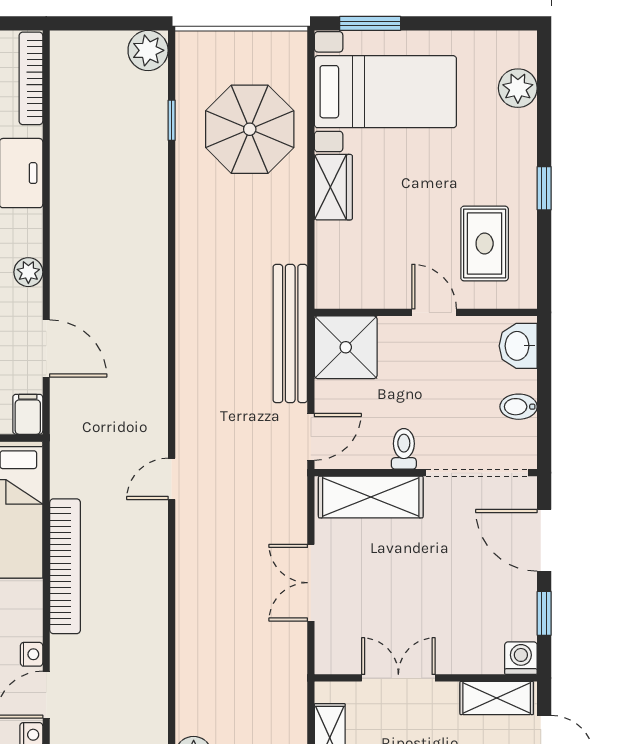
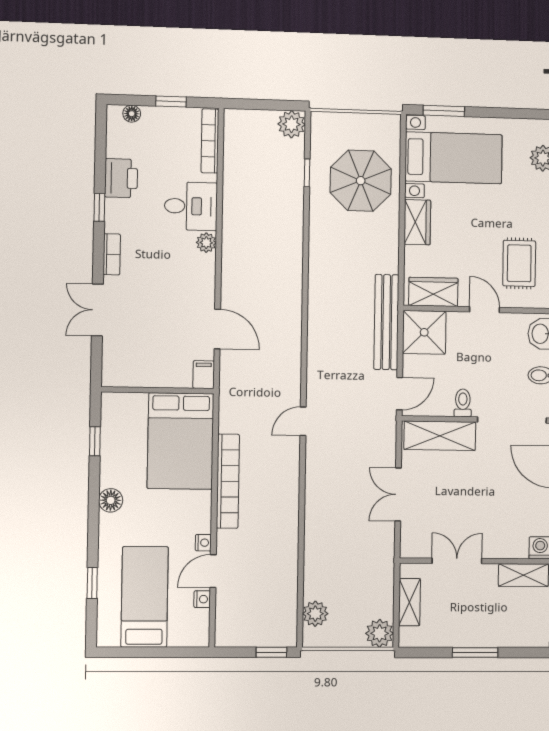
plant: (28, 272) -> (206, 243), moved
wardrobe: (358, 288) -> (433, 292), added

